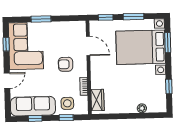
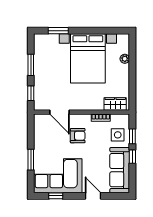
door: (88, 46) -> (60, 112), swing flipped
bed with nightstands: (141, 47) -> (88, 58), moved
armchair: (66, 64) -> (78, 136), turned -90
window: (169, 87) -> (103, 31), removed
window: (35, 118) -> (132, 157), moved

